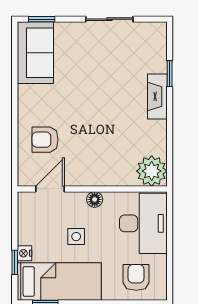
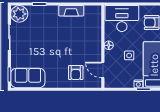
fireplace: (157, 96) -> (71, 11), moved
plant: (152, 171) -> (19, 14), moved

